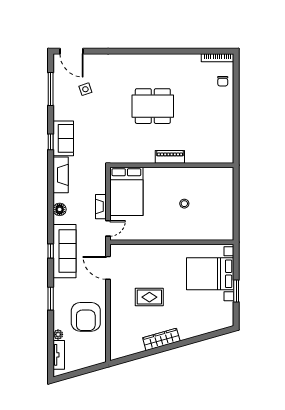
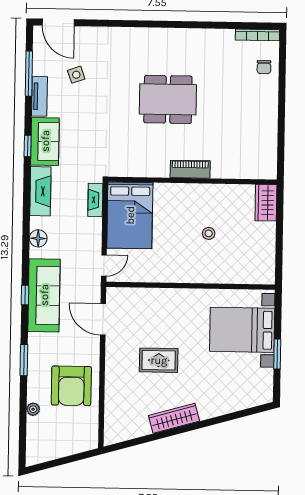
wardrobe: (226, 180) -> (266, 203), added
fireplace: (101, 207) -> (95, 200), moved
tv unit: (59, 355) -> (39, 96), moved

